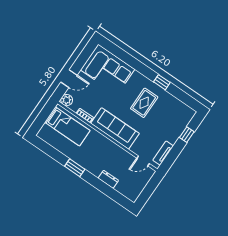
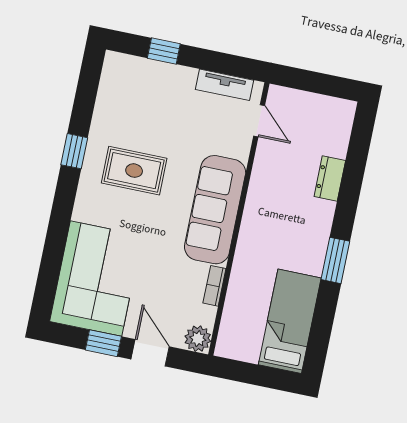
window: (81, 62) -> (103, 343), added
bed: (67, 126) -> (290, 321), moved

